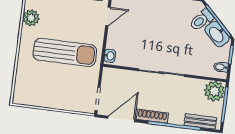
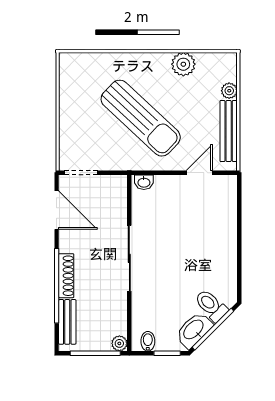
door: (108, 16) -> (199, 173), swing flipped
sun lounger: (65, 52) -> (141, 118), turned -47
plant: (214, 91) -> (119, 343), width x0.53, depth x0.53
shoe rack: (152, 116) -> (66, 276), moved

